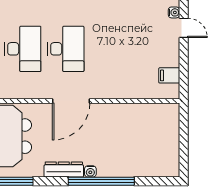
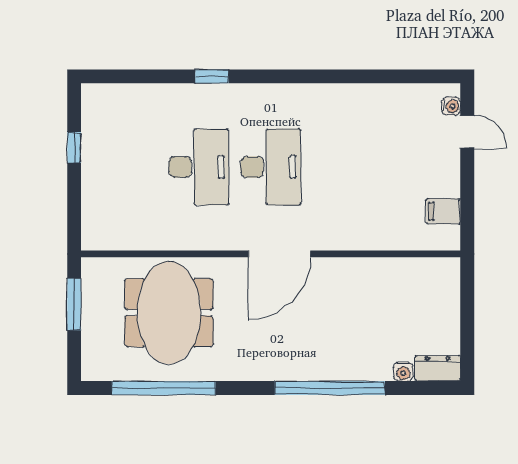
dresser: (64, 170) -> (438, 368), moved, width x0.70
water cooler: (90, 171) -> (403, 372), moved

